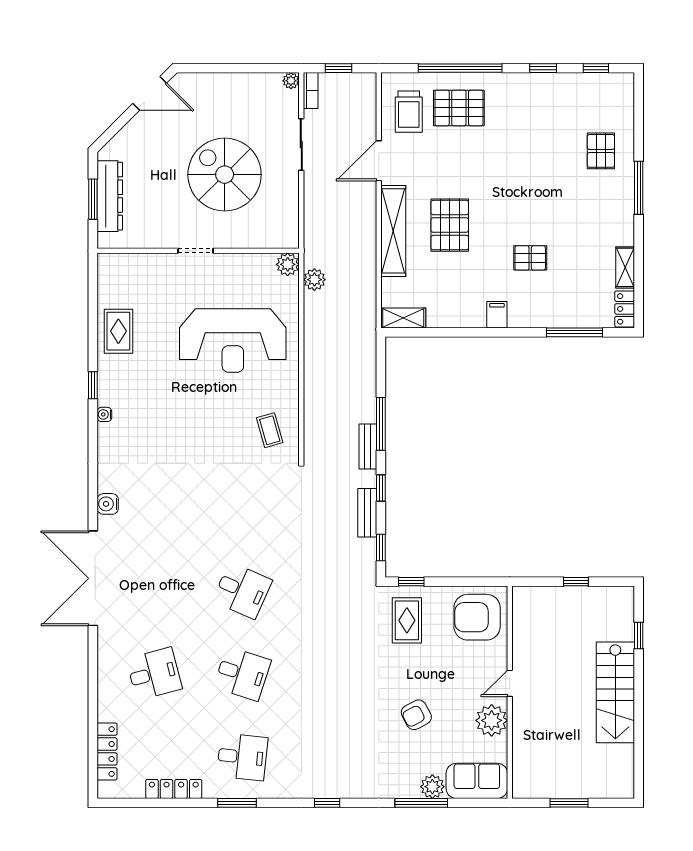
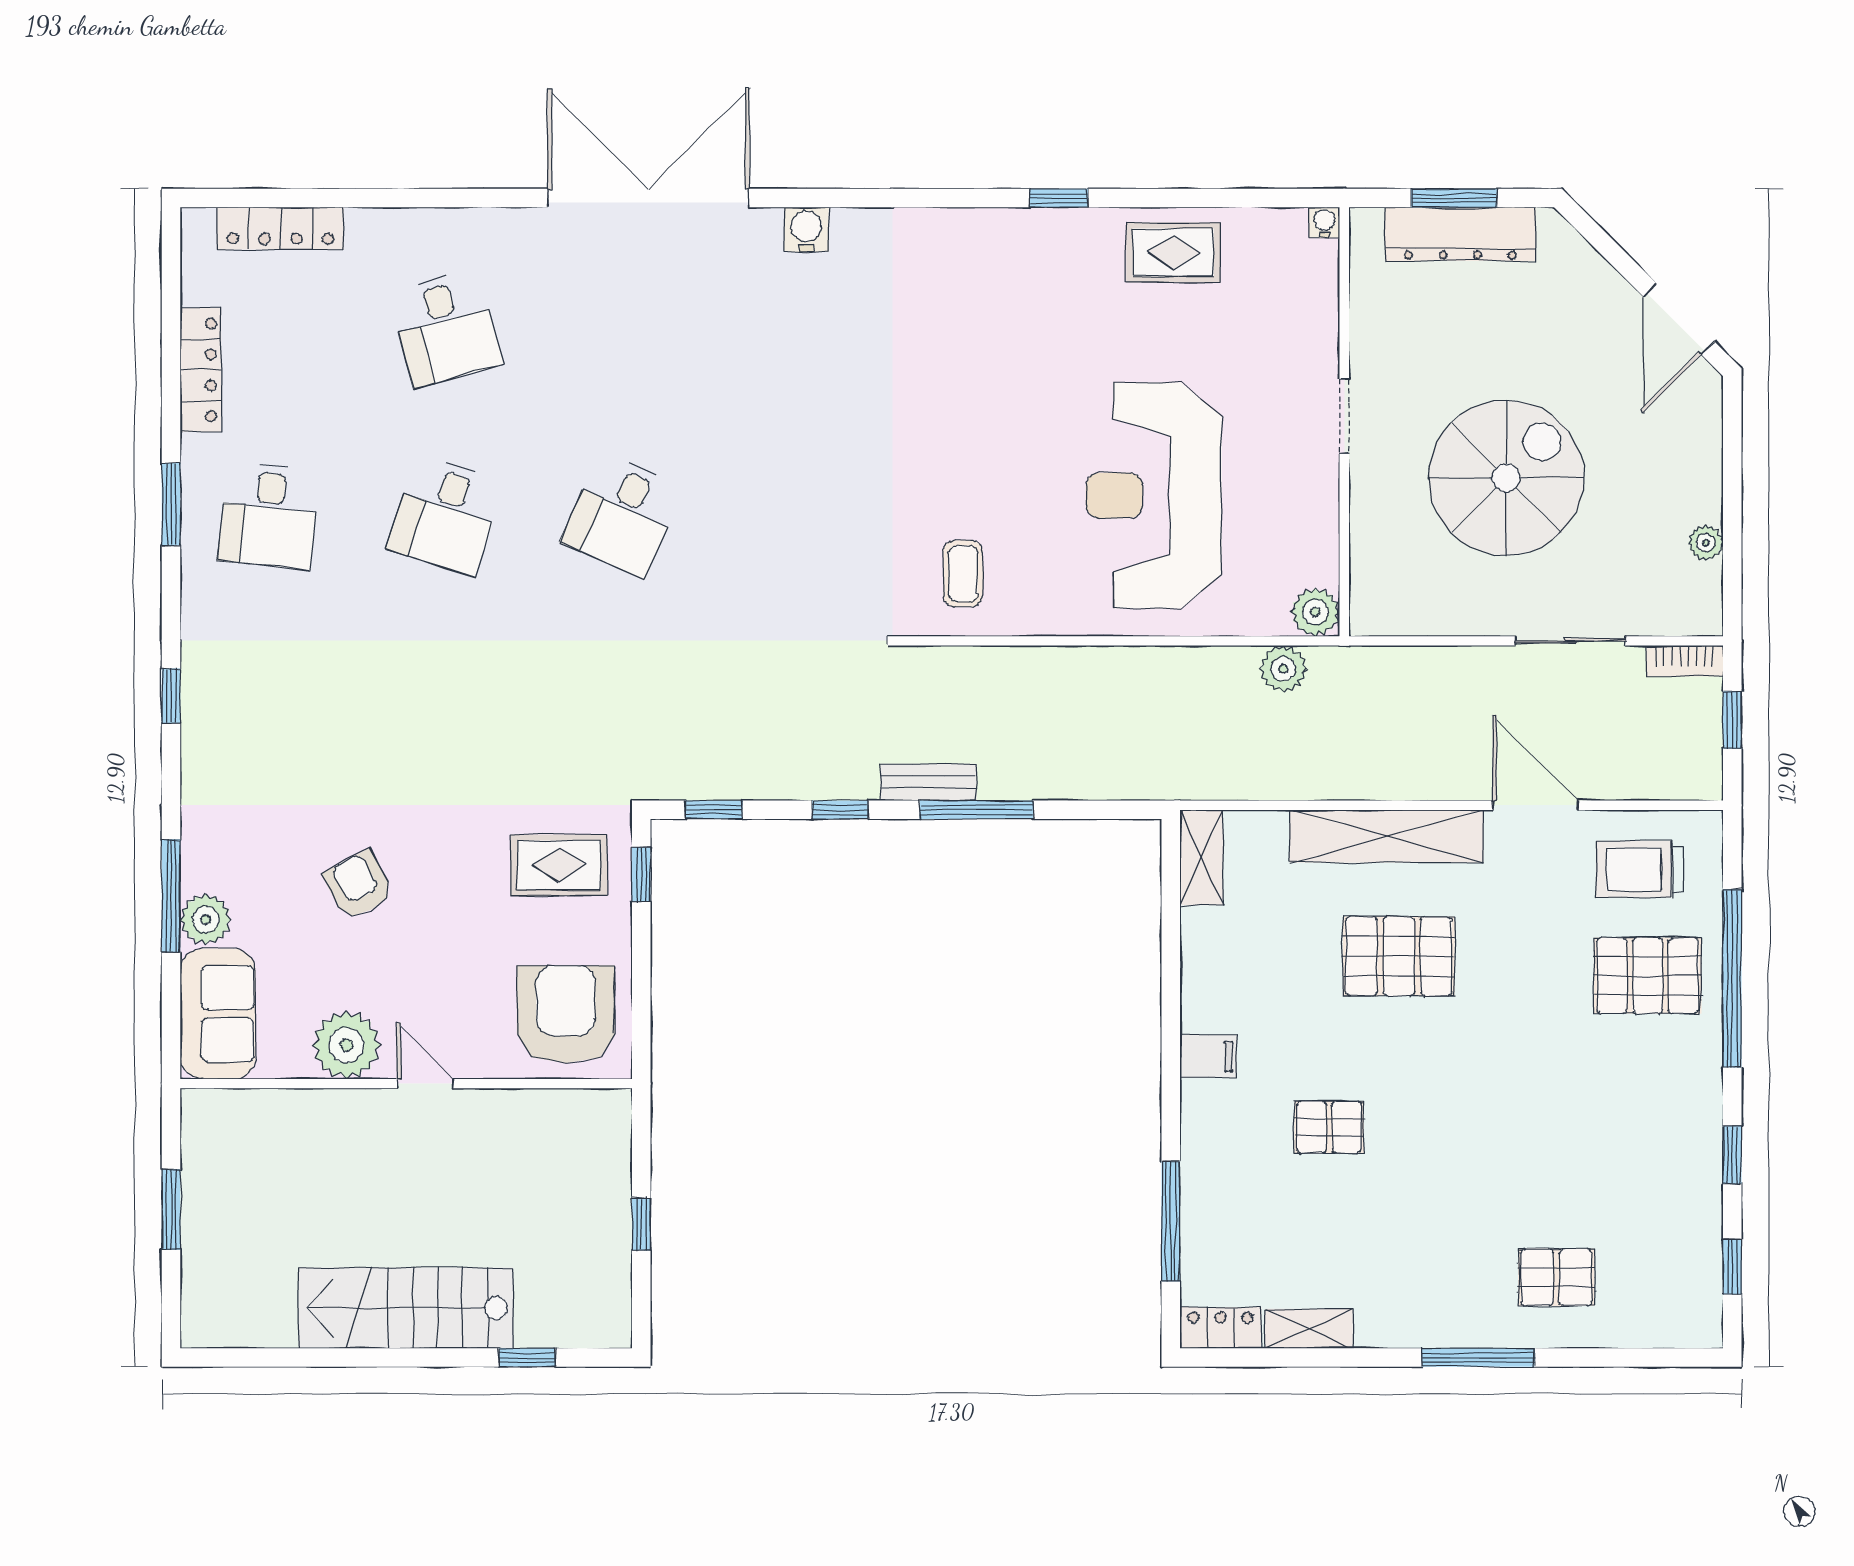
plant: (291, 81) -> (1706, 543), moved
pallet: (459, 108) -> (1648, 976), turned 90
pallet: (530, 258) -> (1329, 1127), turned 90
water cooler: (104, 414) -> (1324, 222), moved
coffee table: (270, 430) -> (963, 574), turned -74
bench: (367, 513) -> (788, 781), removed

